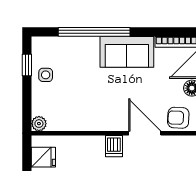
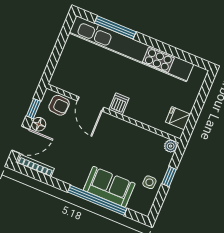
sofa: (127, 52) -> (109, 187), moved
window: (27, 65) -> (169, 176), moved

